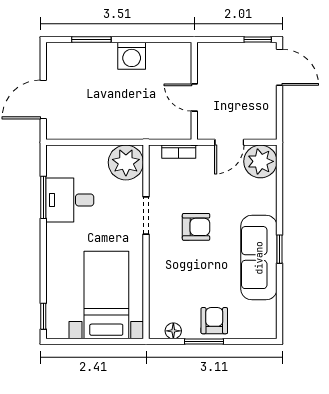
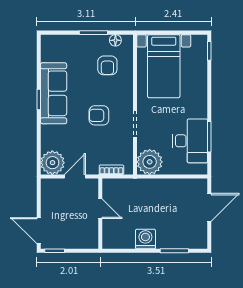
desk: (70, 200) -> (190, 141), width x1.37
armchair: (214, 321) -> (107, 65), moved

